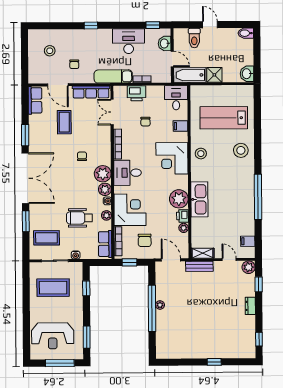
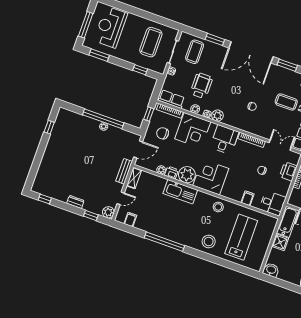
corner desk: (172, 158) -> (211, 177), moved
plant: (103, 174) -> (231, 119), removed
window: (214, 362) -> (49, 127), moved

